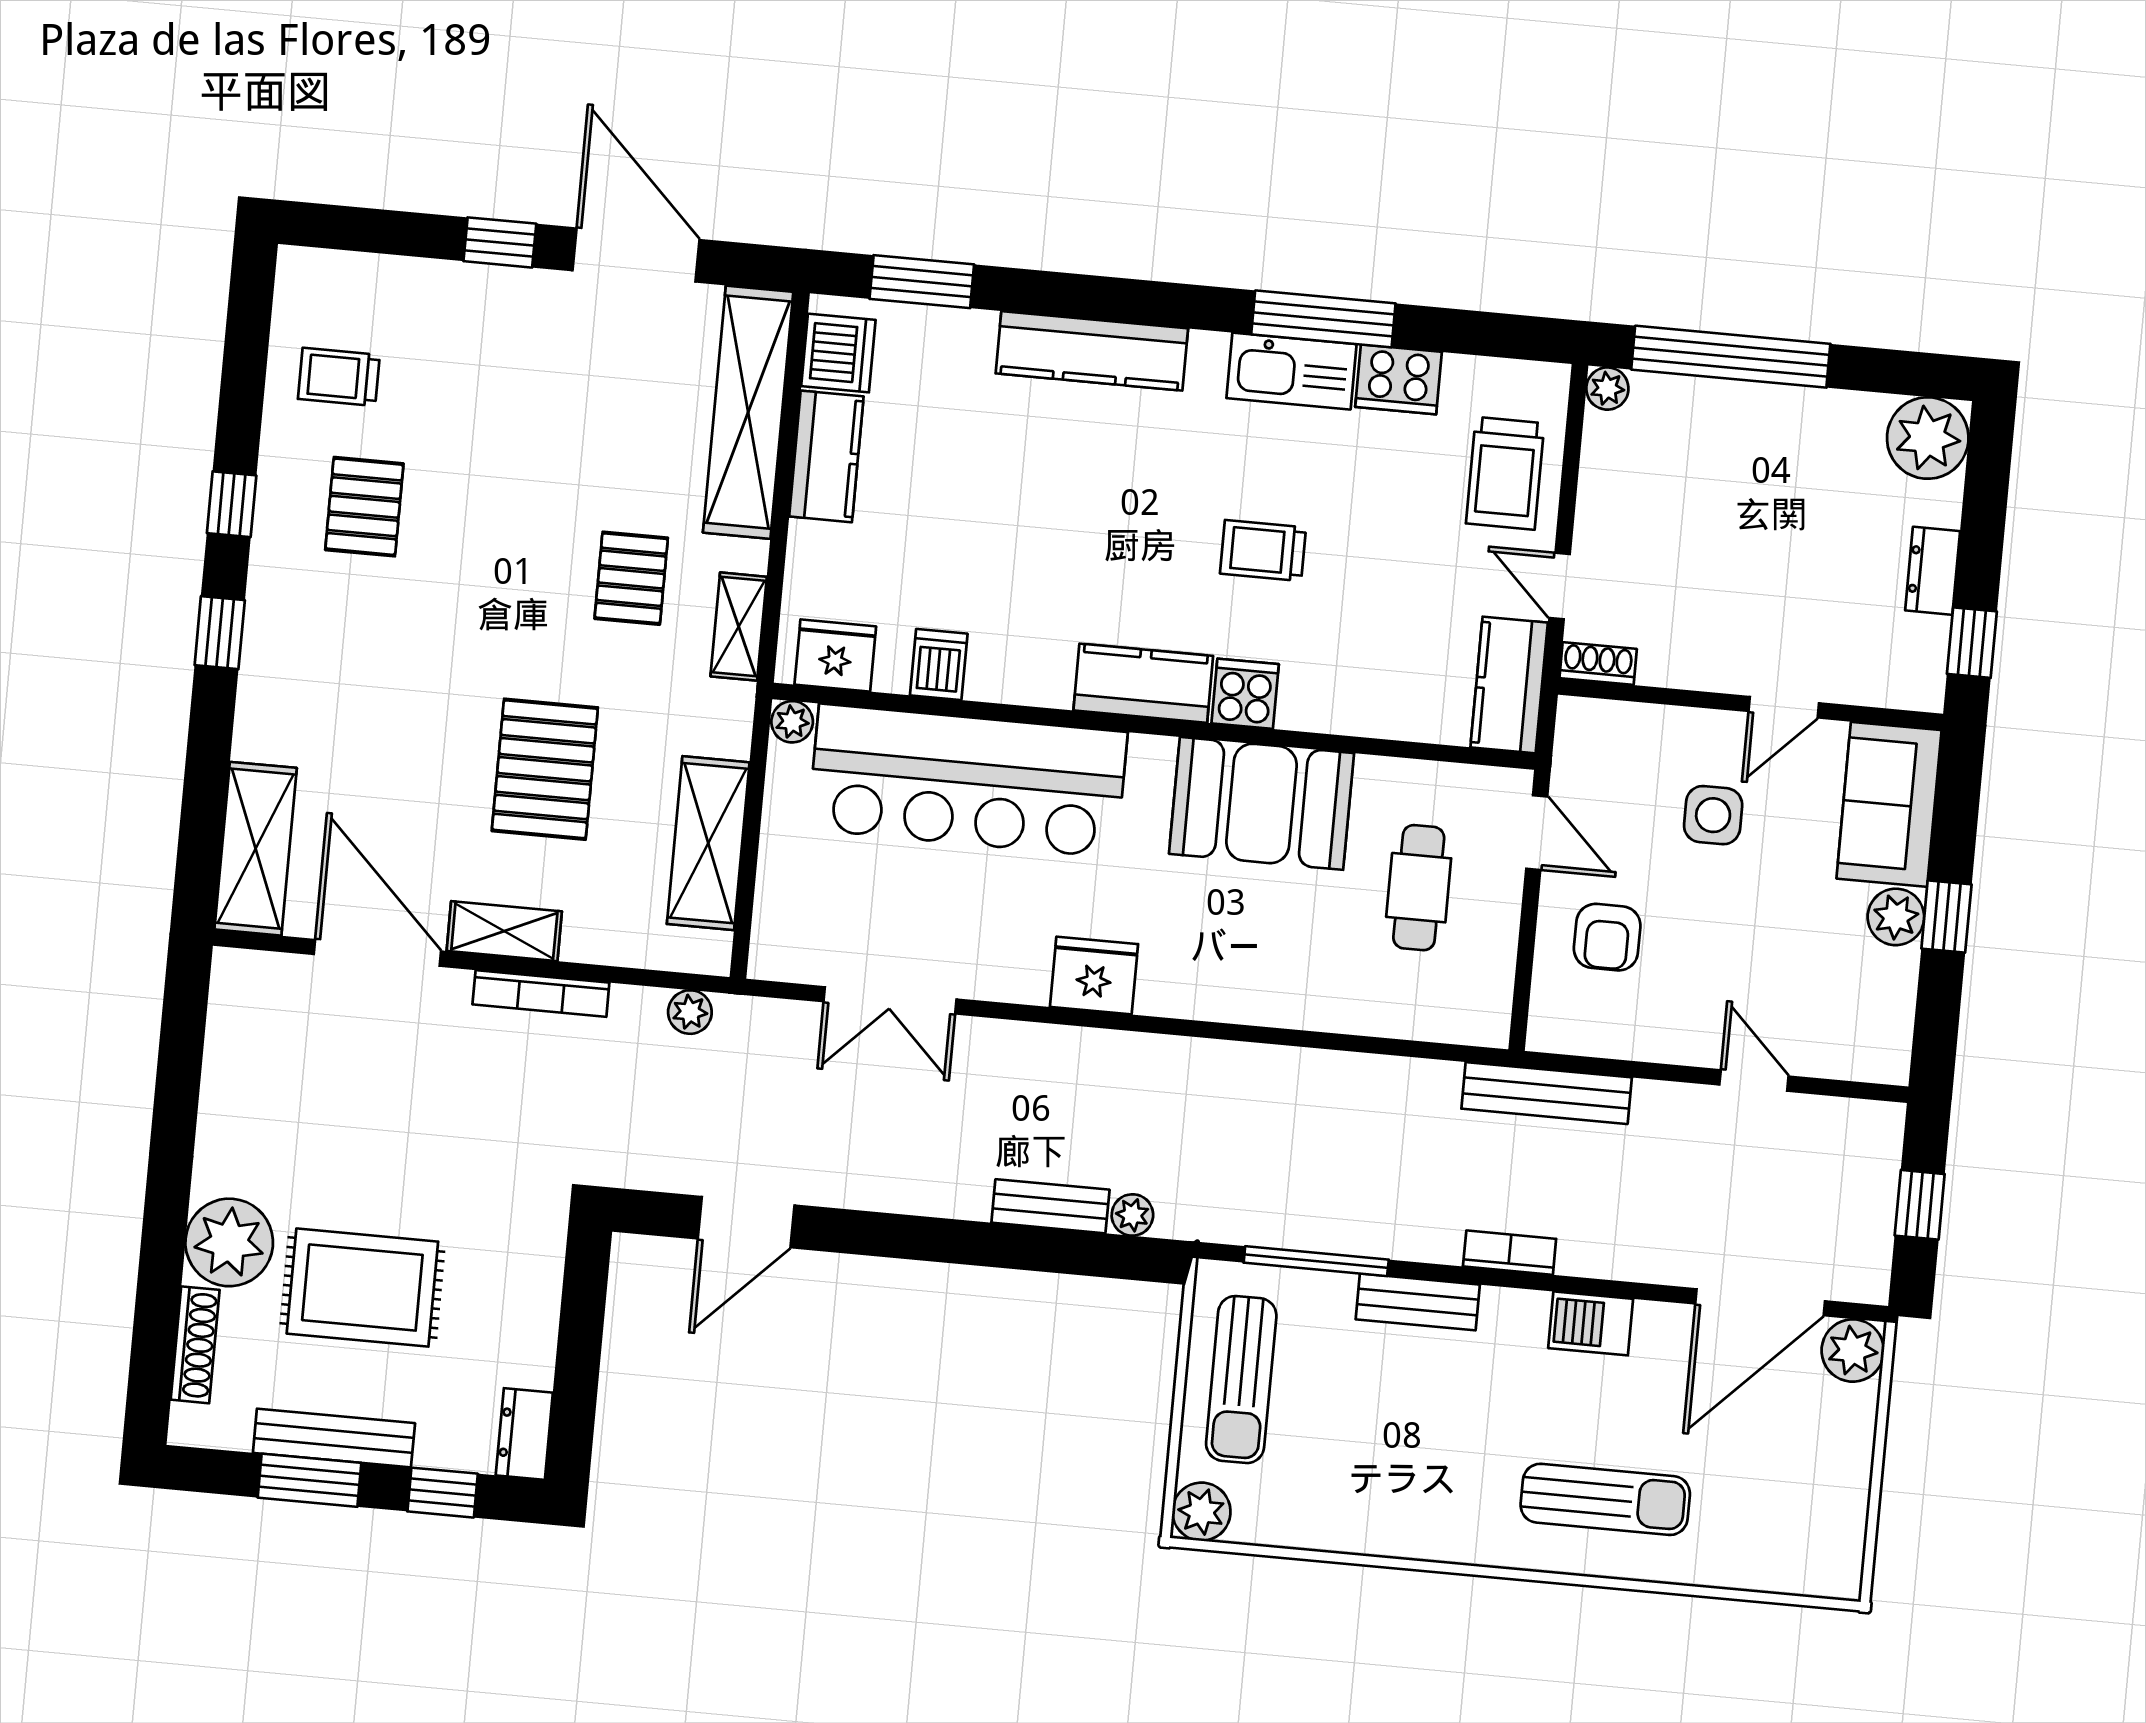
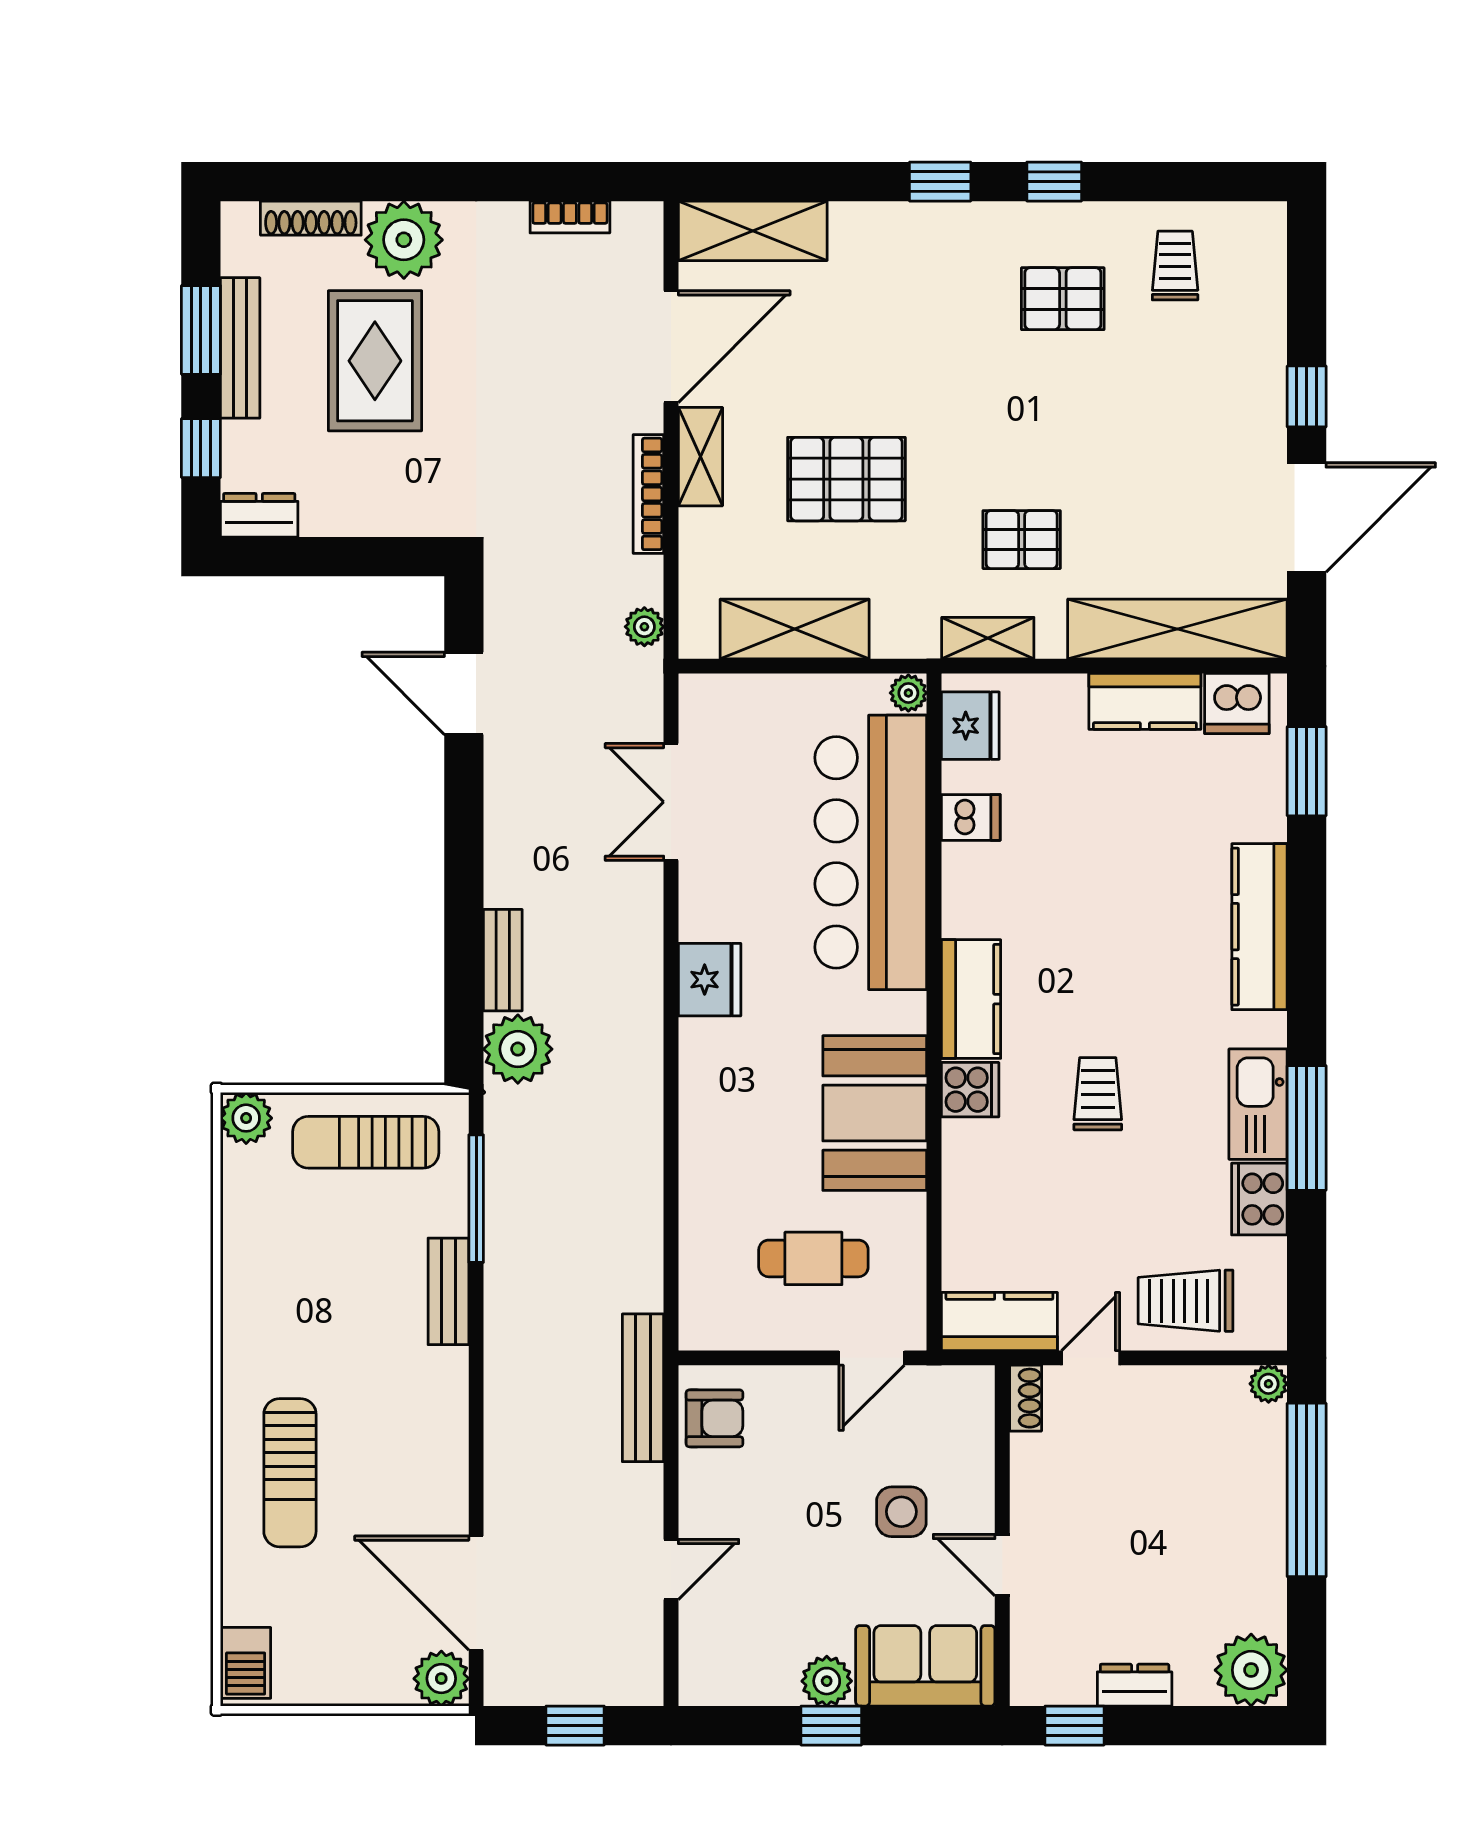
armchair: (1607, 937) -> (714, 1418), moved, turned 180
plant: (1132, 1215) -> (518, 1049), width x1.87, depth x1.87
bookcase: (1510, 1253) -> (570, 217), moved, turned 90
barbecue: (1591, 1323) -> (246, 1663), moved, turned 180

